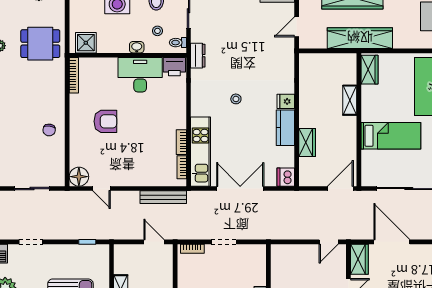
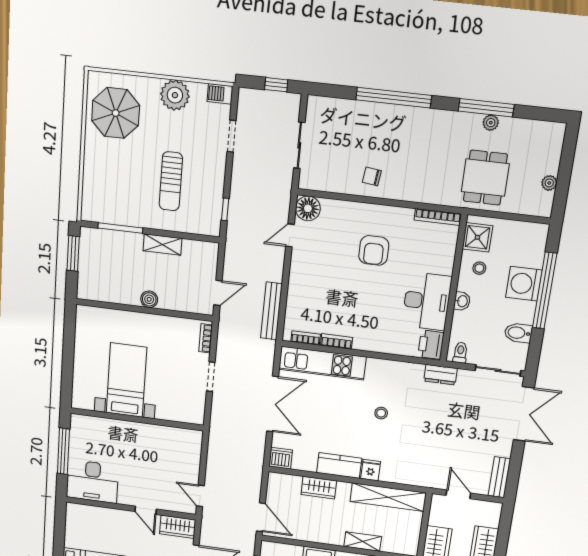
stool: (157, 31) -> (479, 268), moved
shelving: (307, 84) -> (388, 497), added

